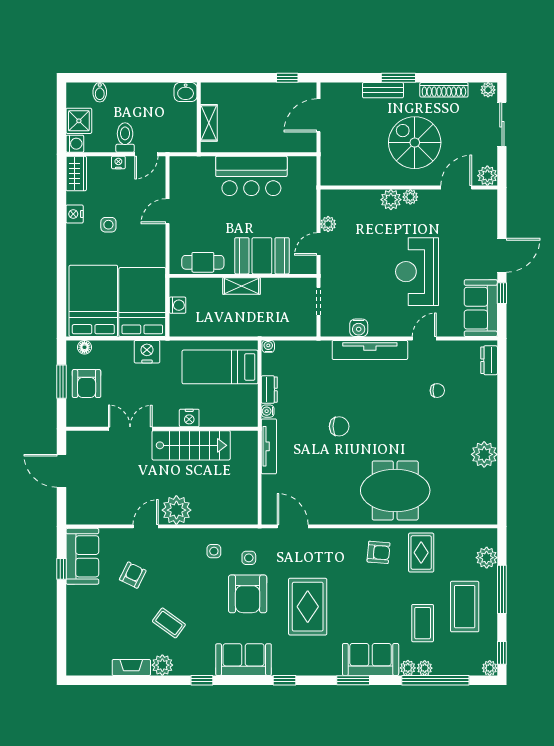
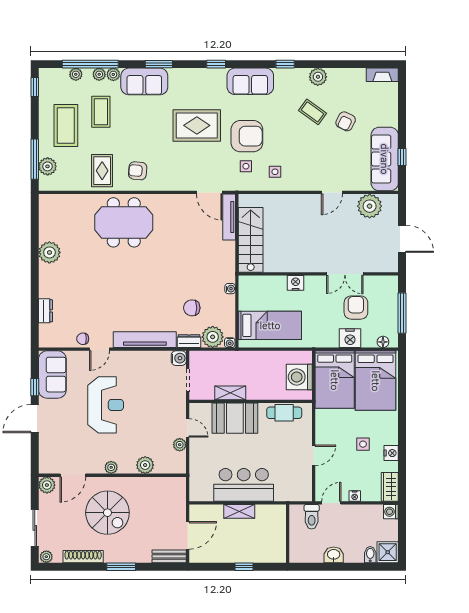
window: (287, 78) -> (244, 567), moved
bench: (383, 90) -> (169, 556), moved
washbasin: (186, 92) -> (334, 555), moved
shower: (79, 121) -> (388, 552), moved
shelving: (209, 123) -> (239, 511), moved, turned 90
toilet: (125, 138) -> (312, 517), moved
plant: (391, 200) -> (145, 465), moved
door: (319, 244) -> (188, 428), hinge flipped
shelving: (242, 286) -> (230, 393), moved
washing machine: (178, 305) -> (299, 377), width x1.89, depth x1.89
water cooler: (359, 328) -> (179, 358), moved, turned 90
nightstand: (147, 352) -> (350, 338), moved
plant: (289, 353) -> (213, 337), added
dresser: (489, 360) -> (45, 311), moved
window: (62, 382) -> (402, 313), width x1.44
armchair: (87, 384) -> (356, 308), moved
dresser: (269, 390) -> (189, 341), moved, turned 90
chair: (437, 391) -> (83, 339), moved
chair: (339, 426) -> (192, 308), moved
stairs: (191, 445) -> (251, 240), moved, turned 90
tv unit: (269, 446) -> (229, 217), moved
plant: (176, 510) -> (370, 206), moved
sofa: (82, 556) -> (385, 159), width x1.36
armchair: (133, 575) -> (346, 121), moved
window: (502, 589) -> (35, 159), moved
armchair: (248, 594) -> (247, 136), turned 90
rug: (308, 607) -> (197, 125), turned 90
fireplace: (131, 668) -> (382, 75), moved
plant: (490, 668) -> (76, 74), moved

